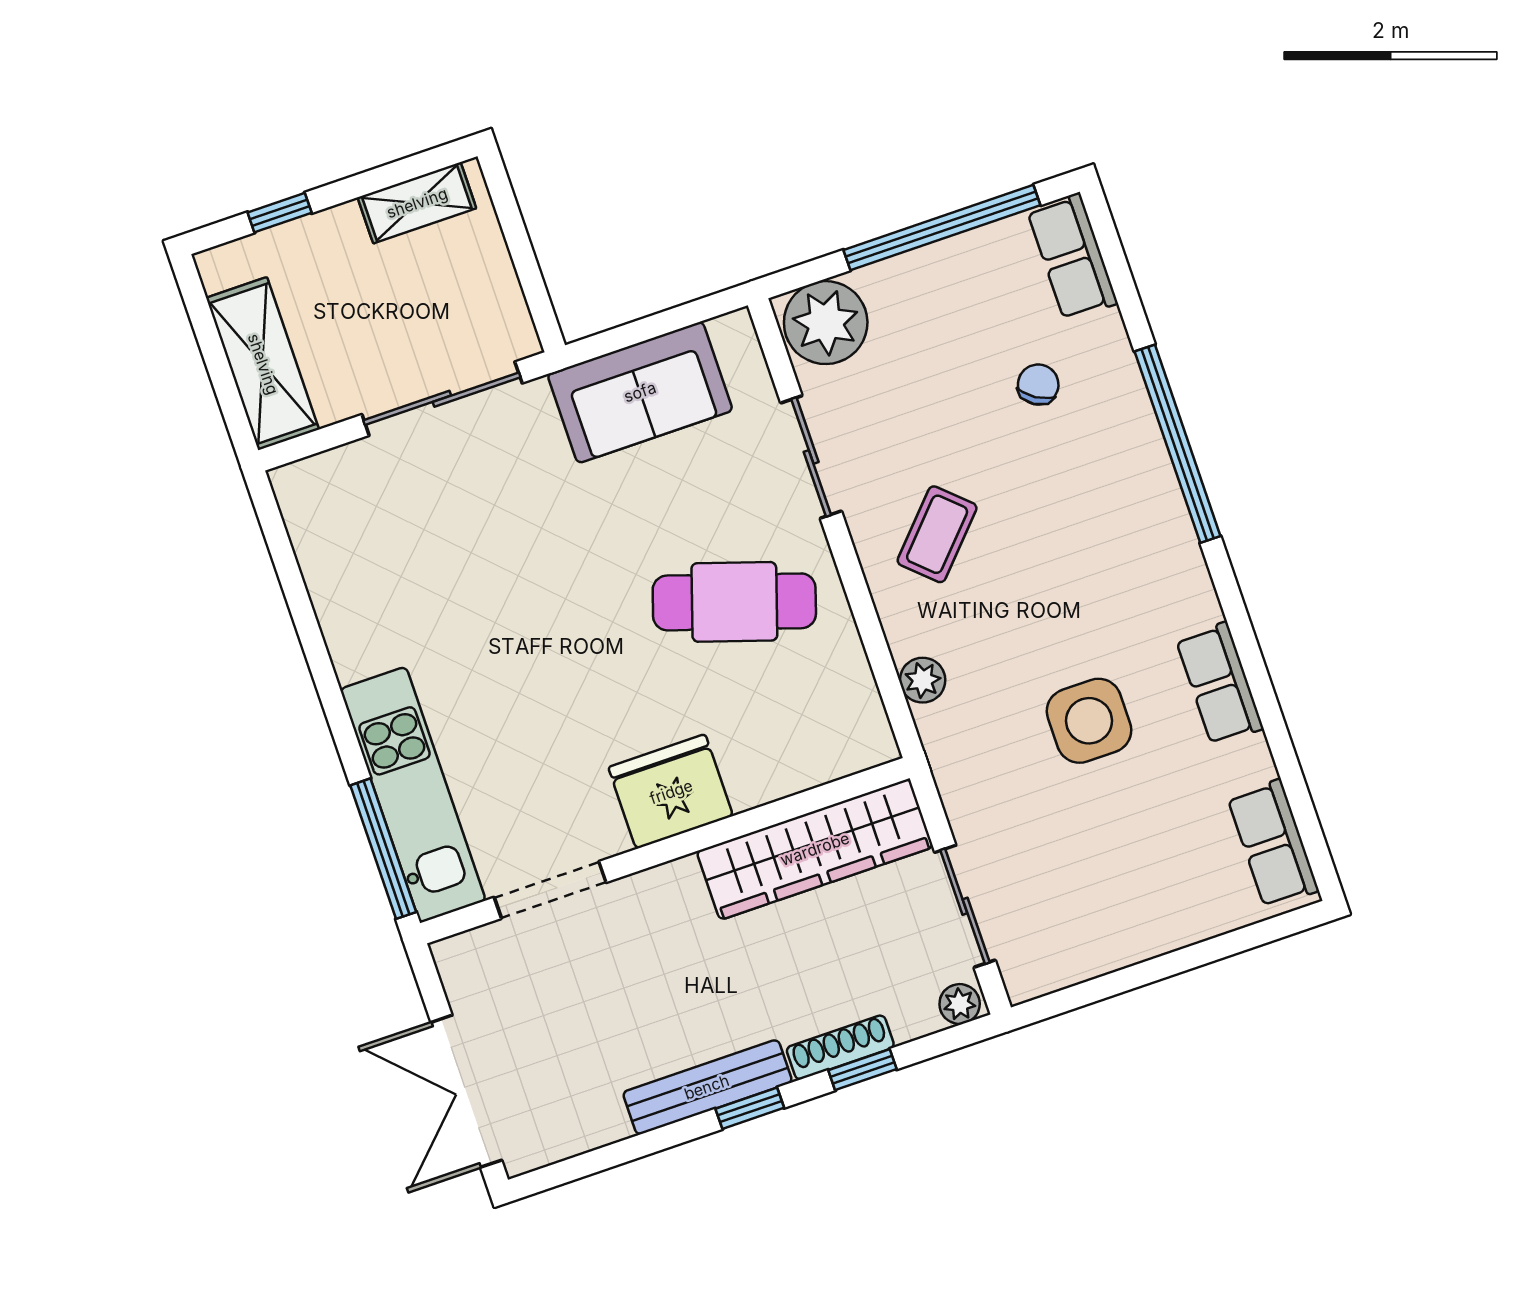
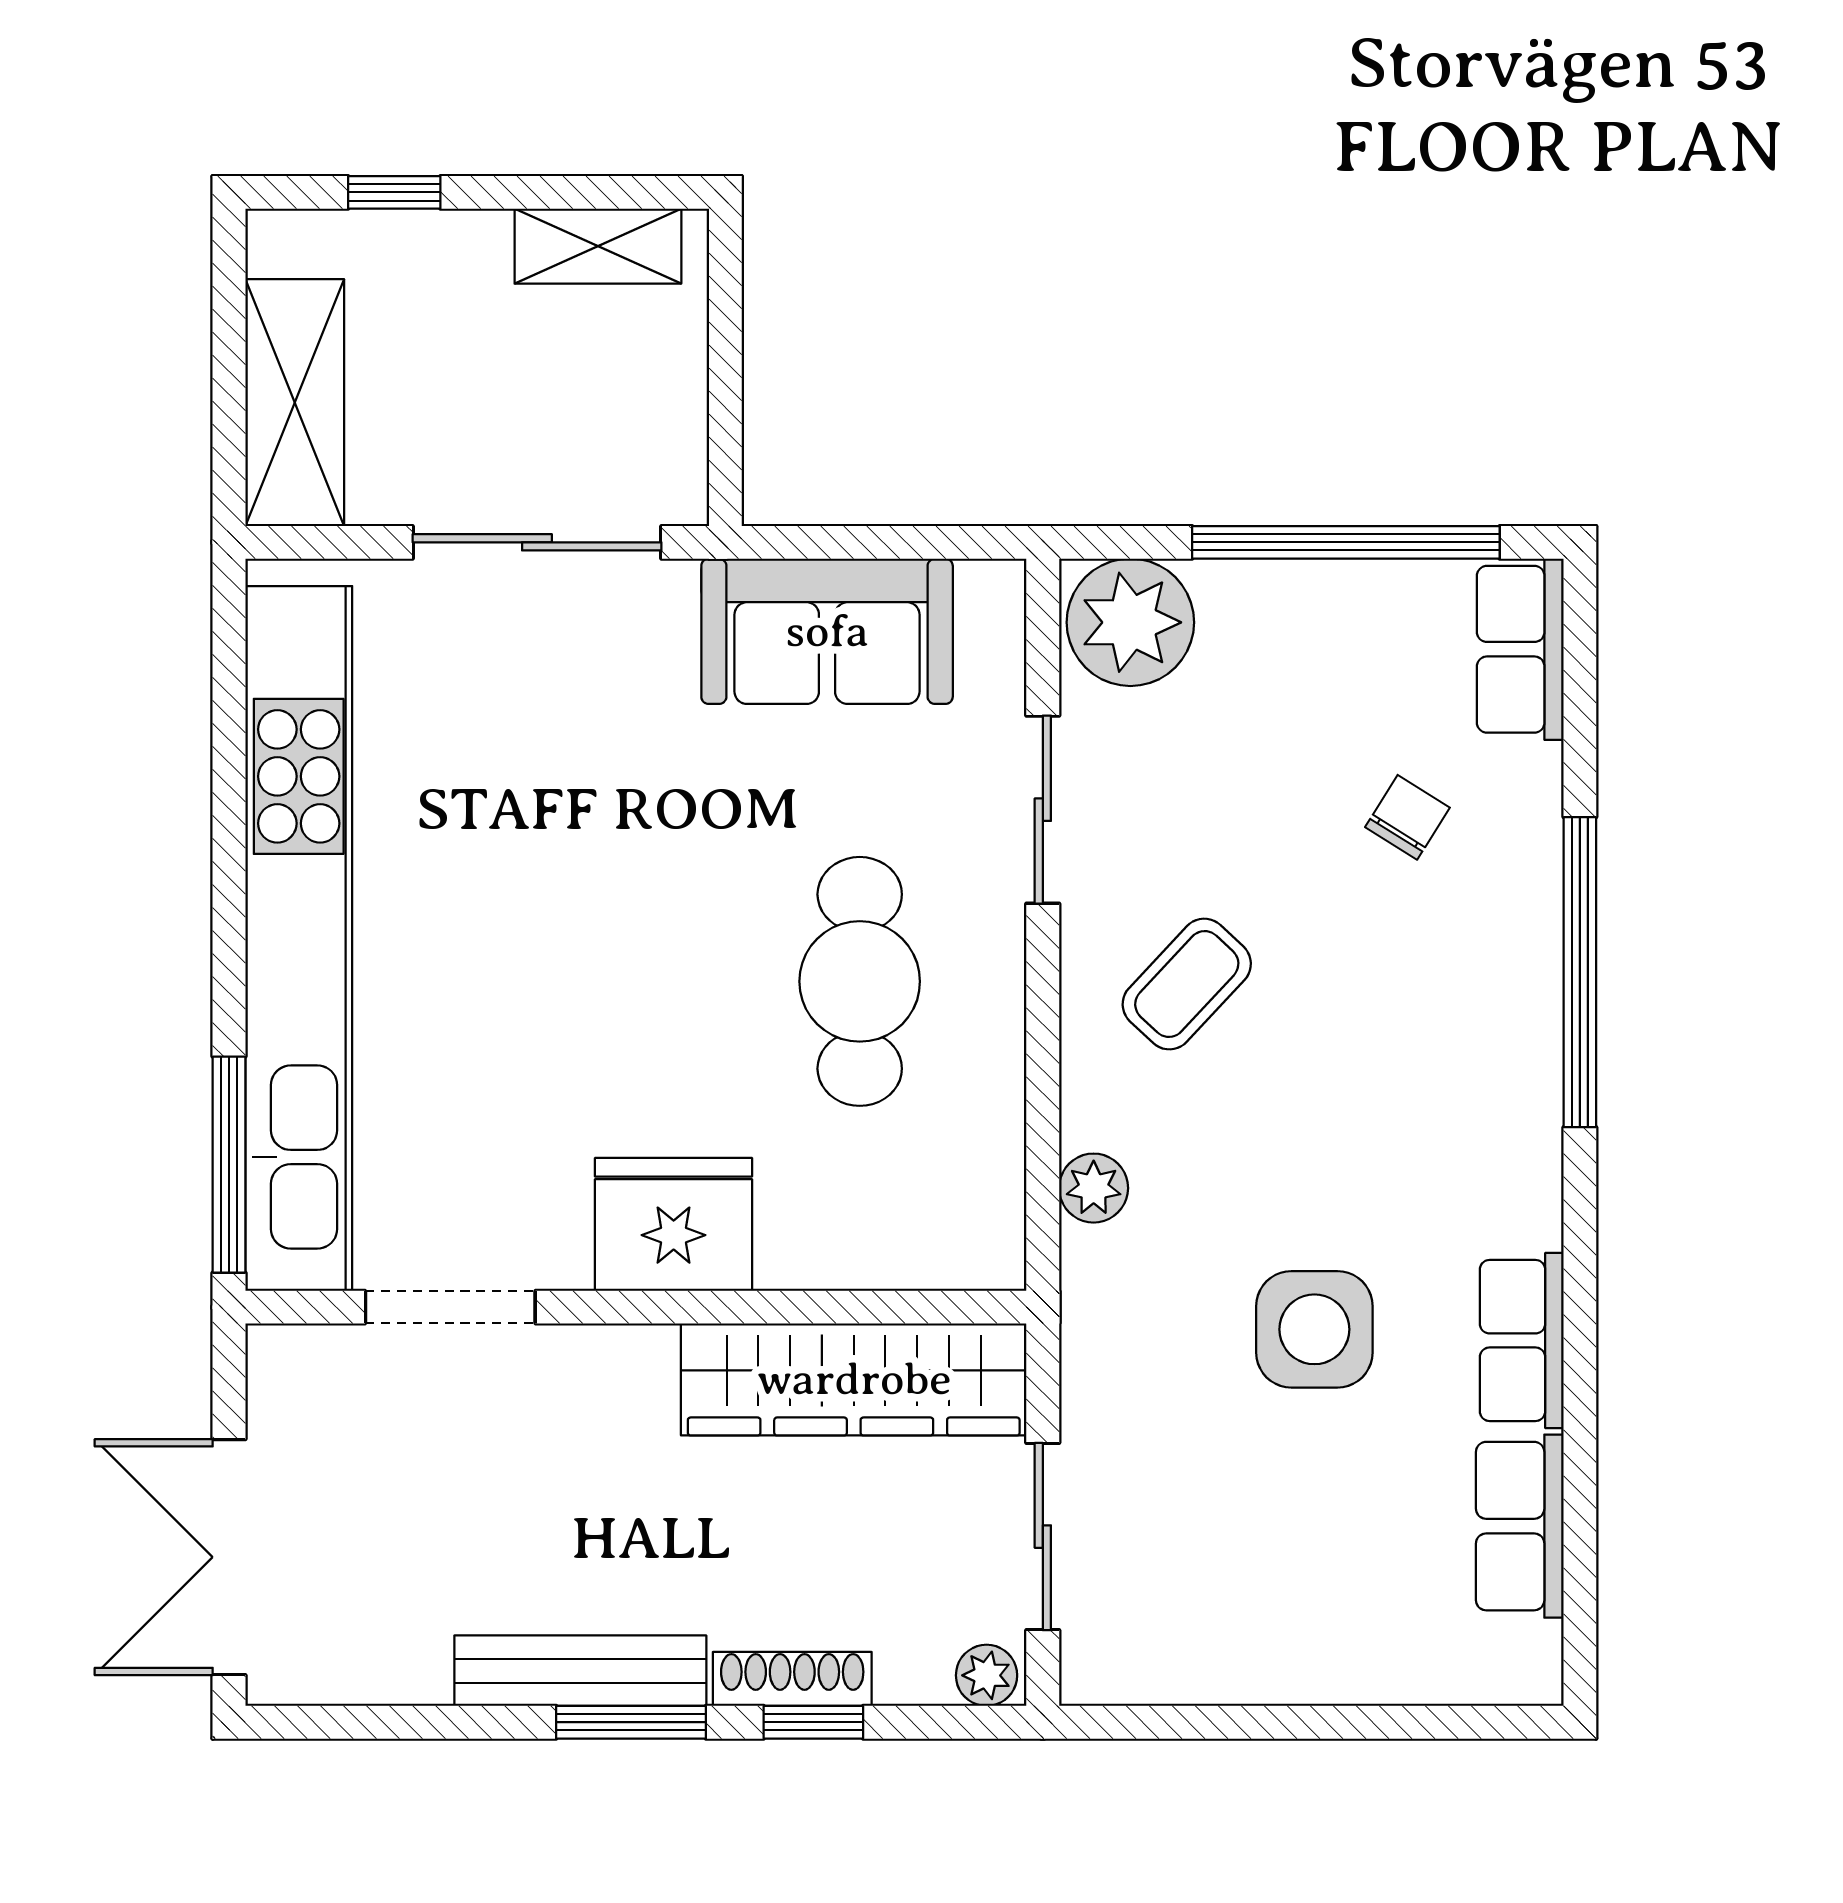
cafe table: (734, 602) -> (860, 981), turned 72
kitchen unit: (413, 795) -> (299, 939), width x1.86
row of seats: (1273, 844) -> (1520, 1526), moved
window: (750, 1108) -> (631, 1722), width x1.50

